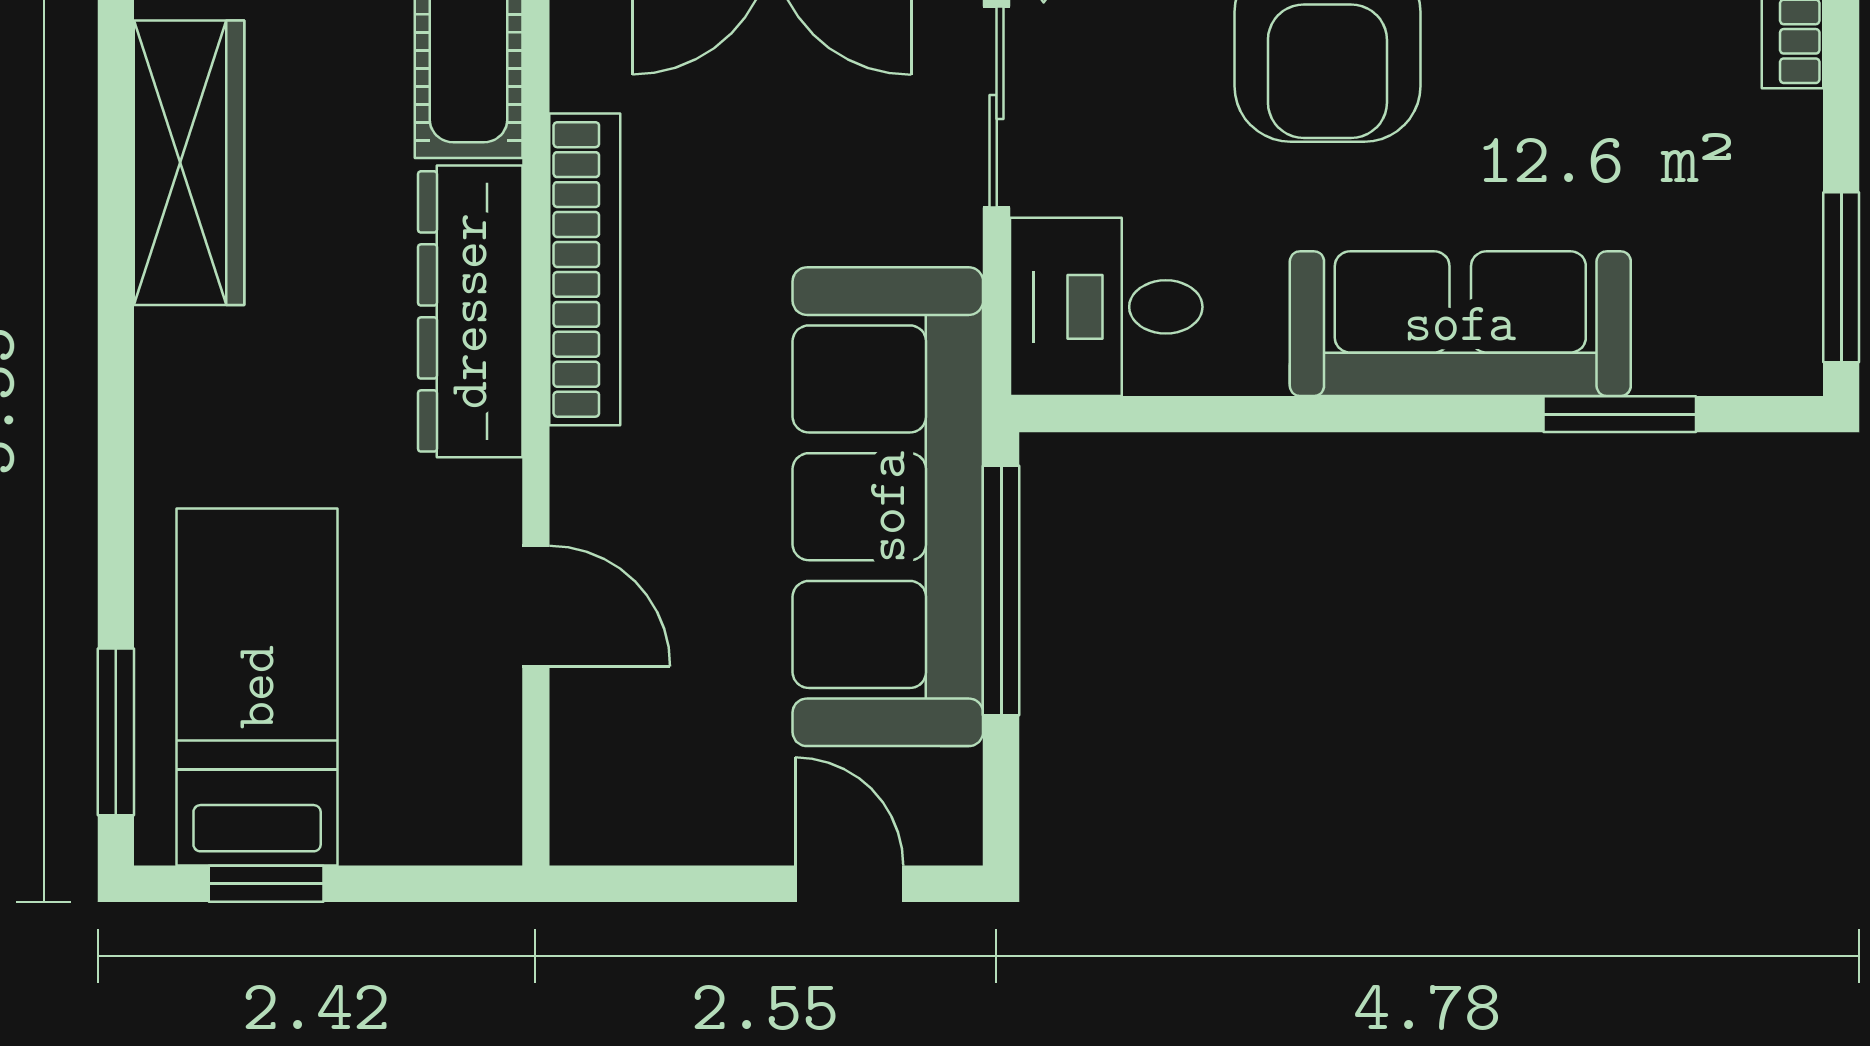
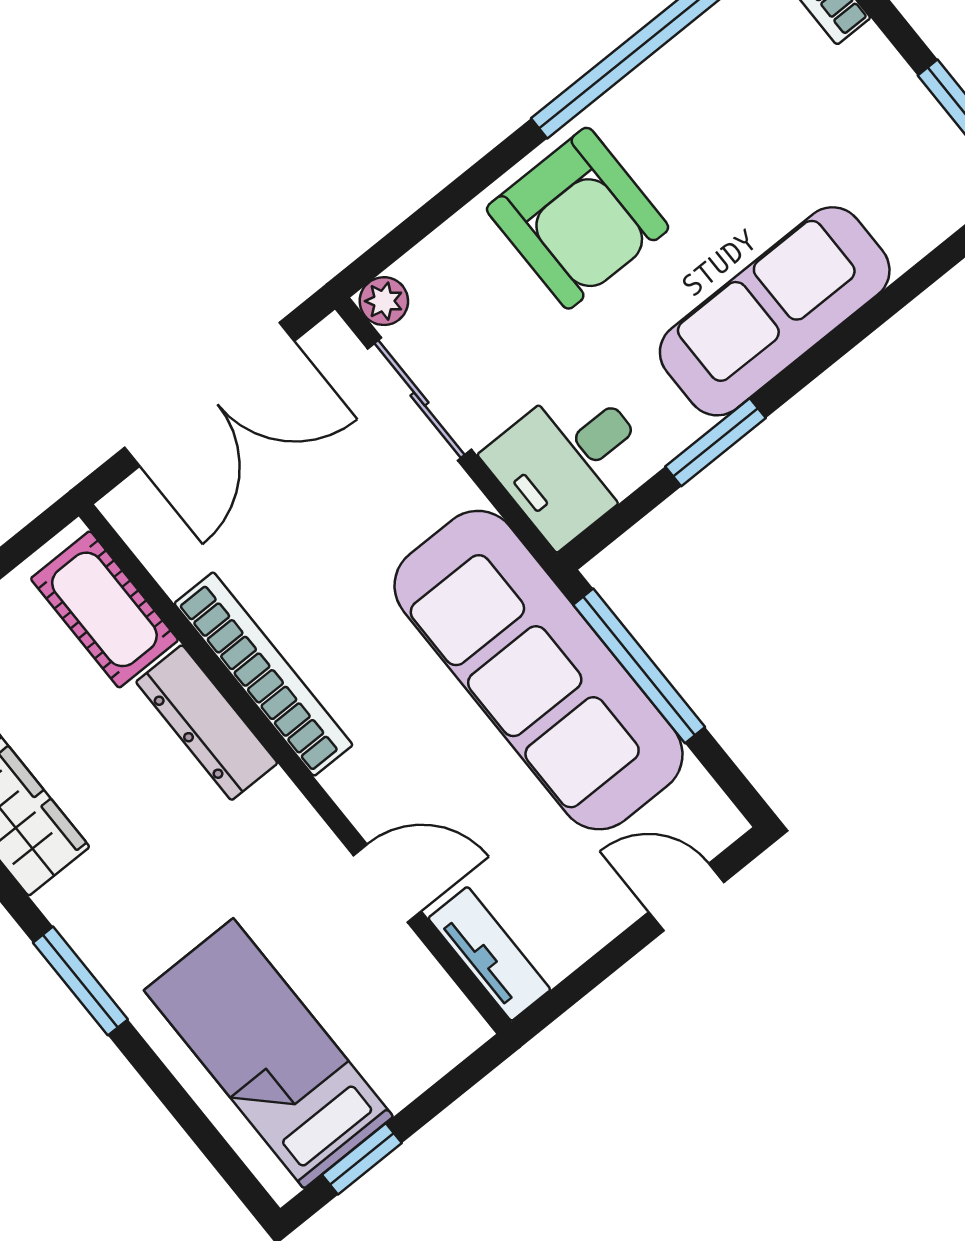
dresser: (470, 311) -> (207, 723), width x0.73, depth x0.80
window: (1620, 414) -> (715, 442), moved
window: (116, 732) -> (80, 981), moved
tv unit: (585, 773) -> (489, 954), added

